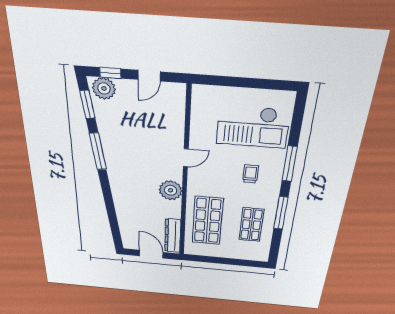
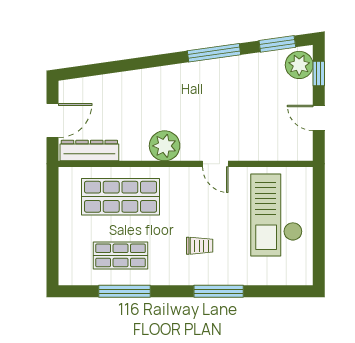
checkout: (253, 127) -> (276, 215), moved
window: (281, 213) -> (125, 291), moved

